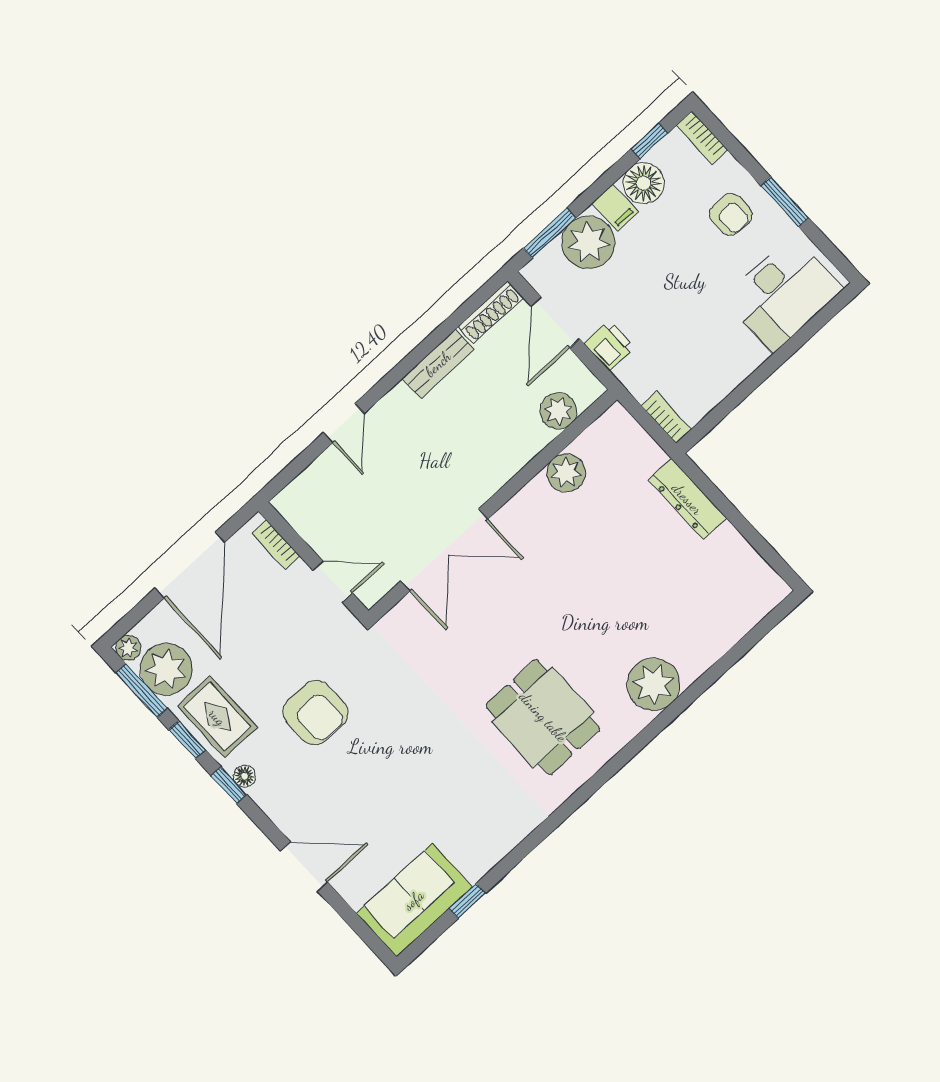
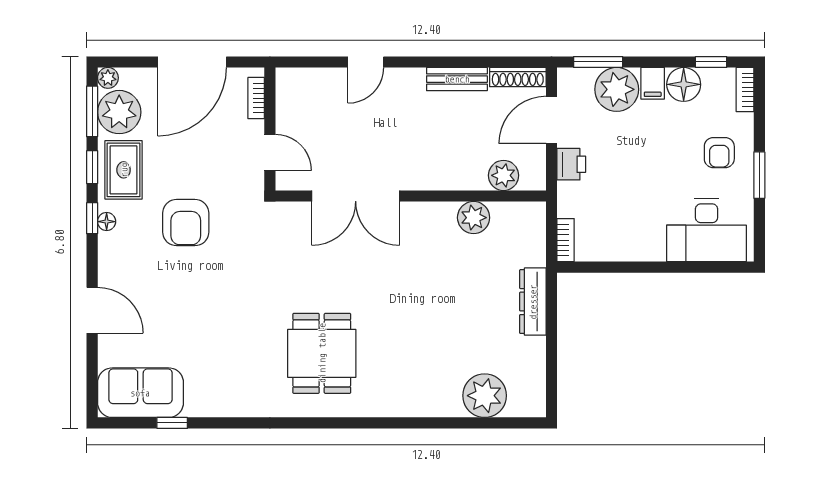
plant: (653, 684) -> (485, 396), moved

